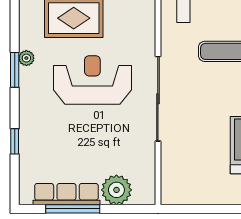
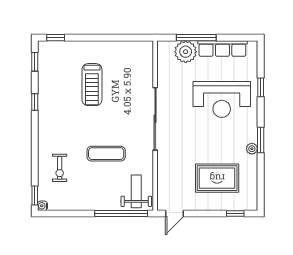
reception desk: (92, 80) -> (222, 99), moved
window: (73, 209) -> (196, 38), moved

